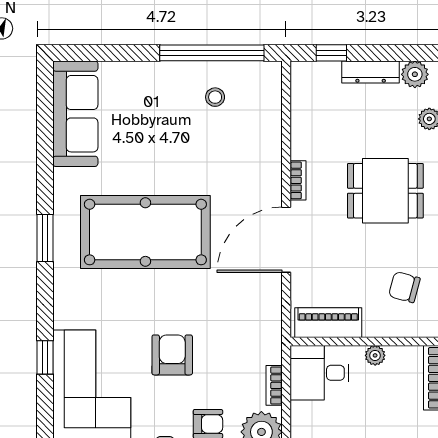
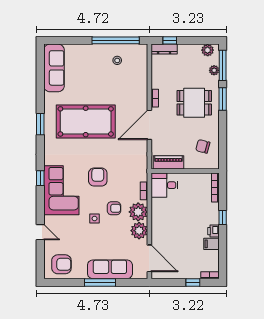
dresser: (371, 72) -> (164, 49), moved
plant: (375, 355) -> (190, 177), removed

